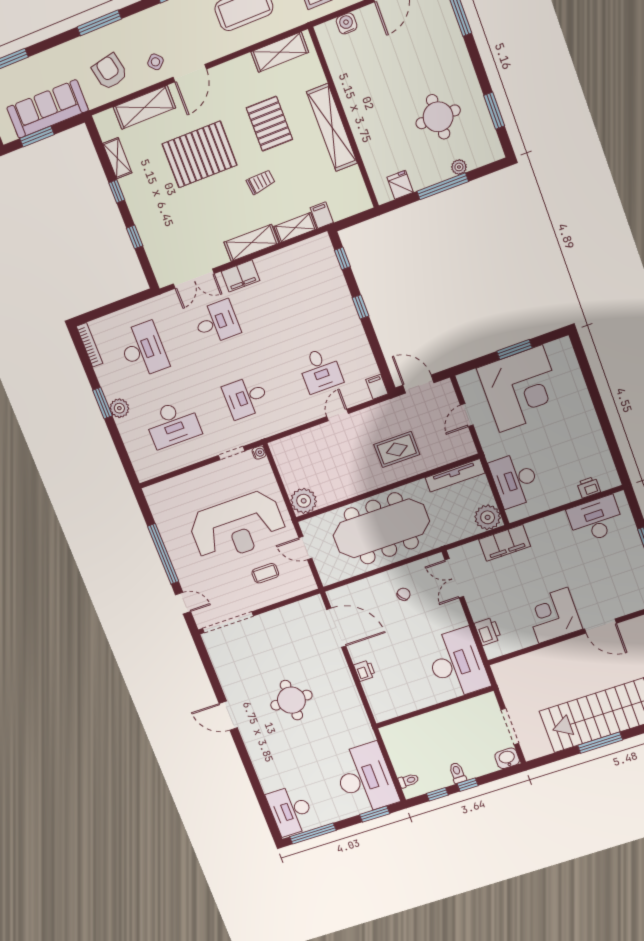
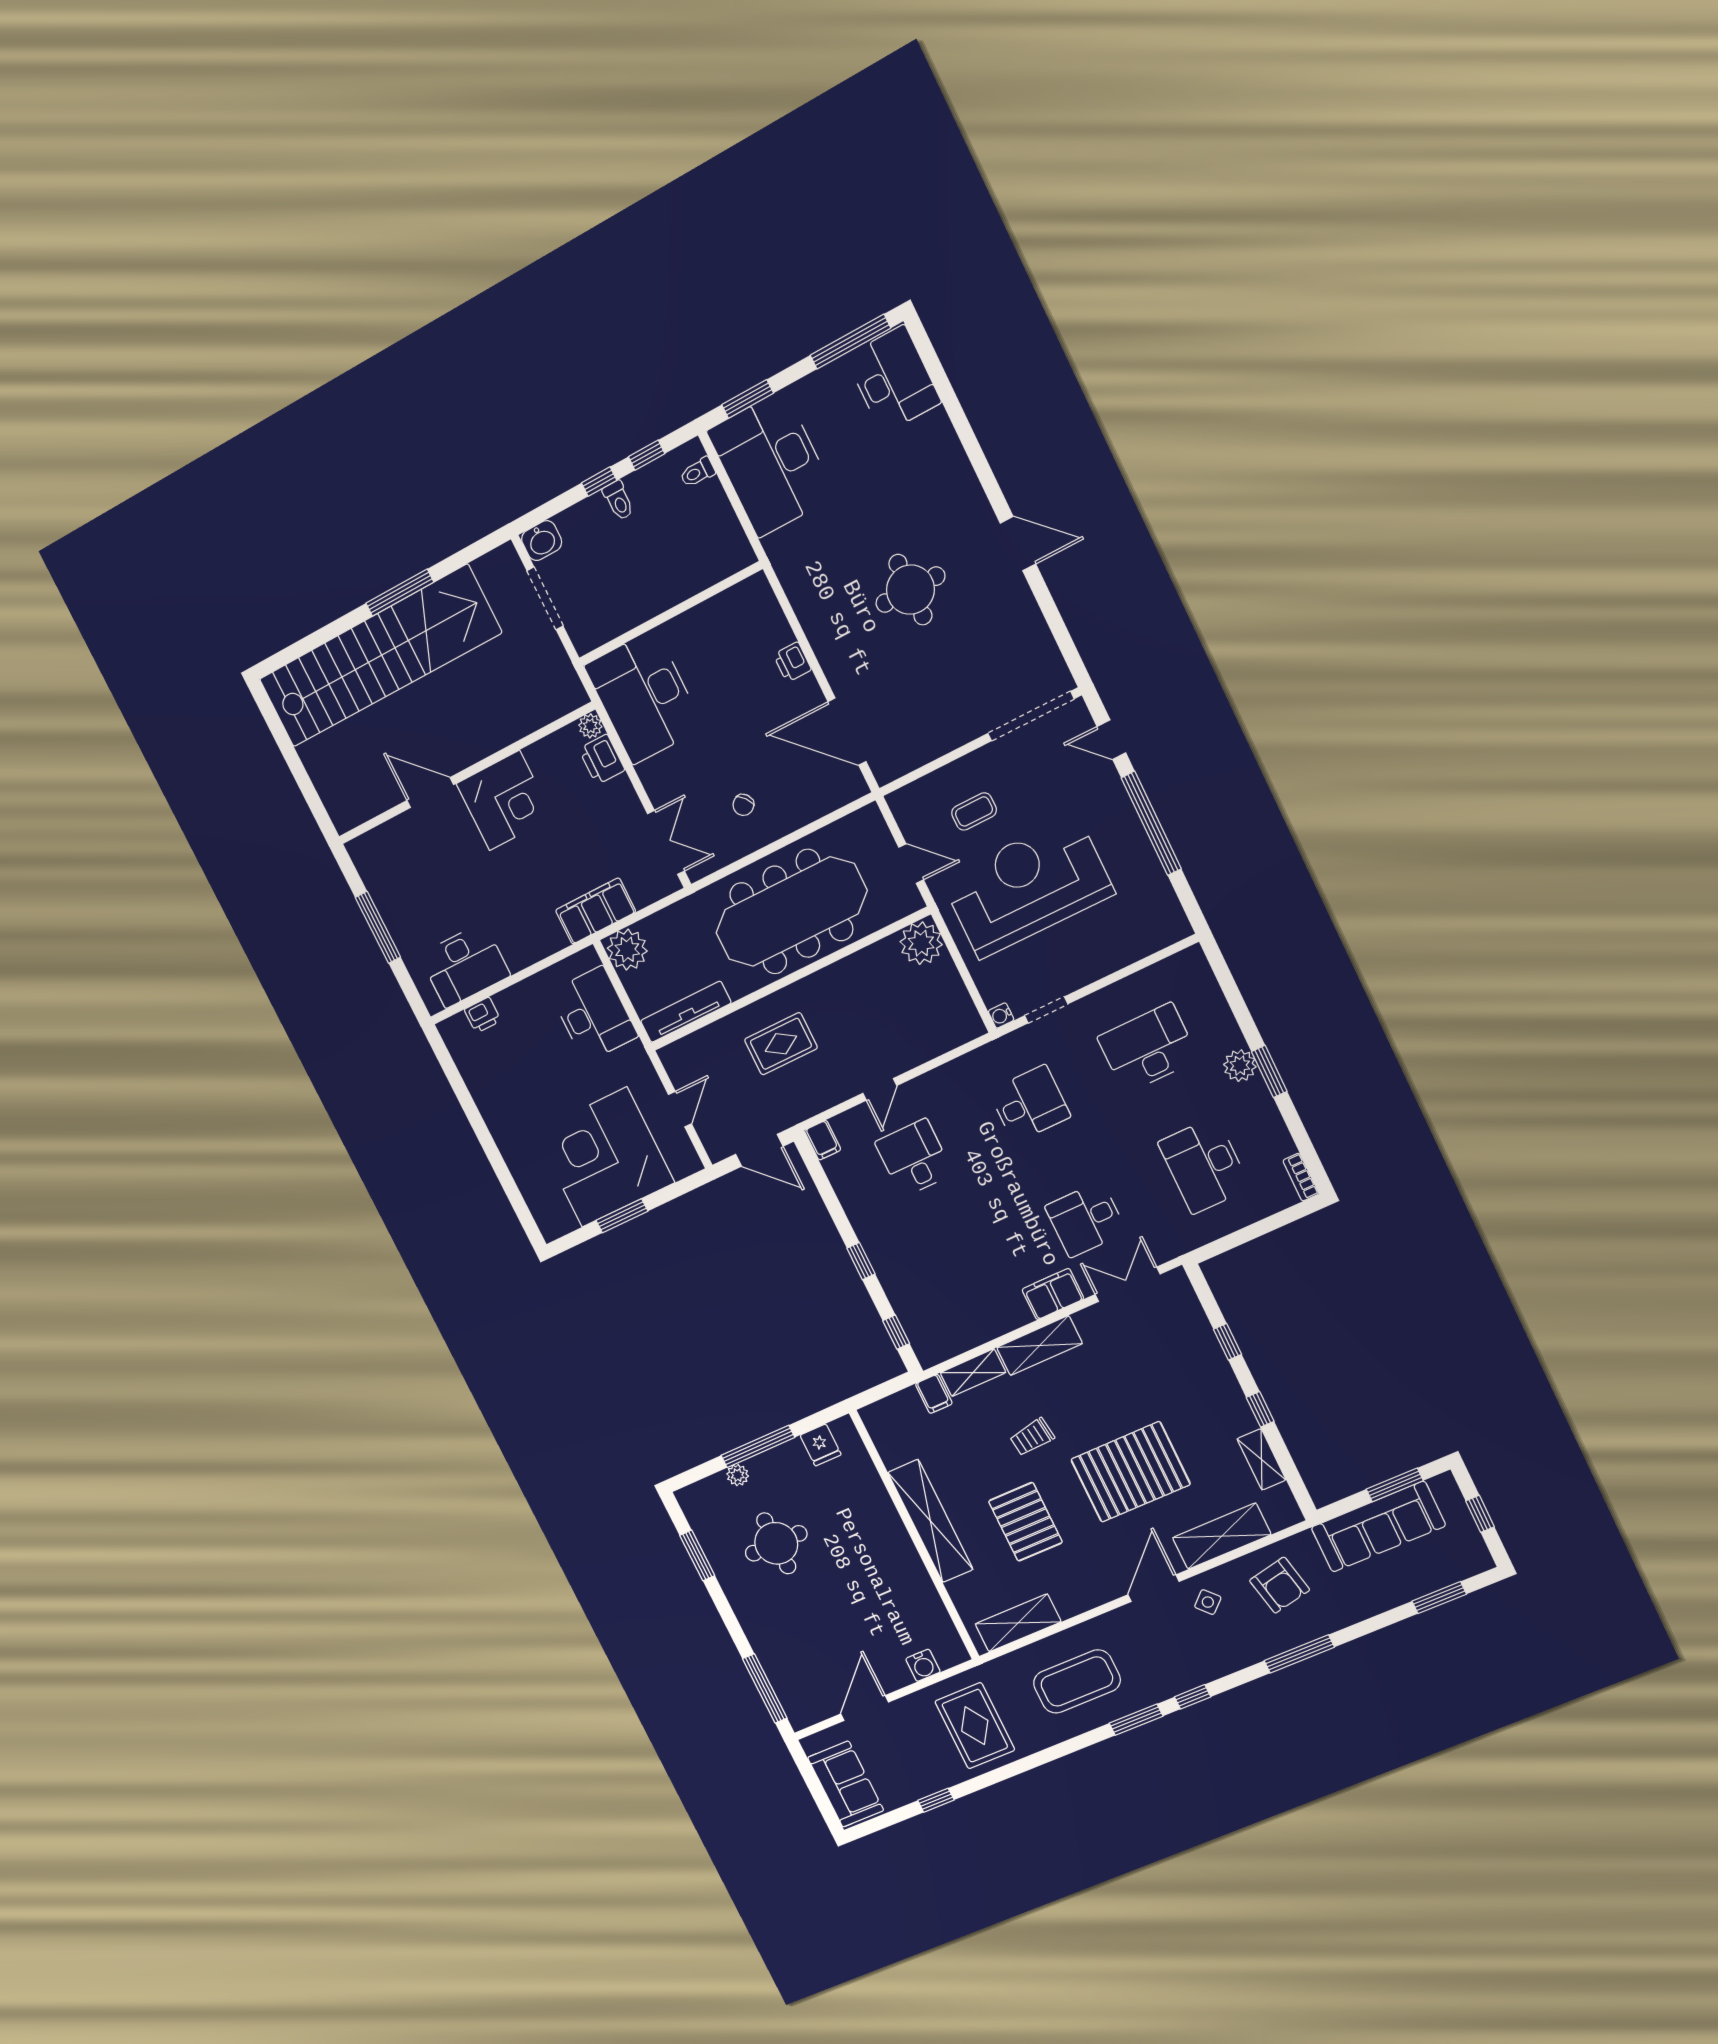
bookcase: (90, 345) -> (1301, 1177), width x0.64
plant: (492, 651) -> (590, 726), added

